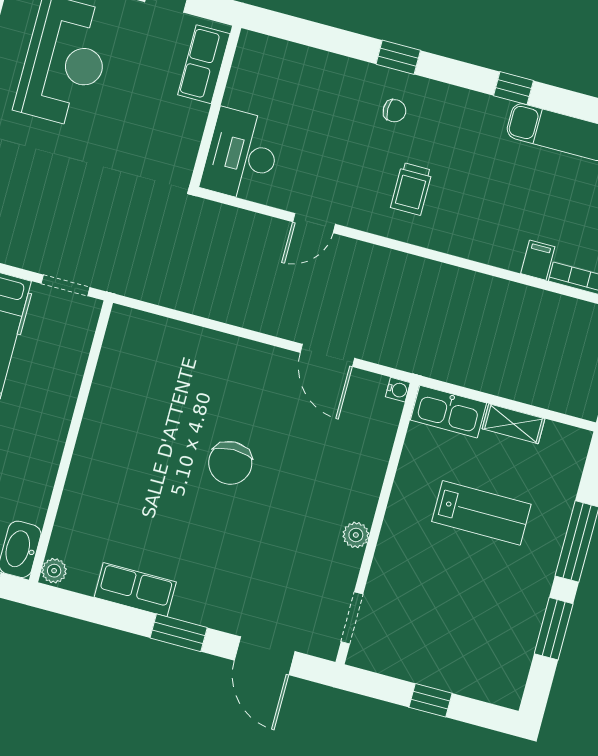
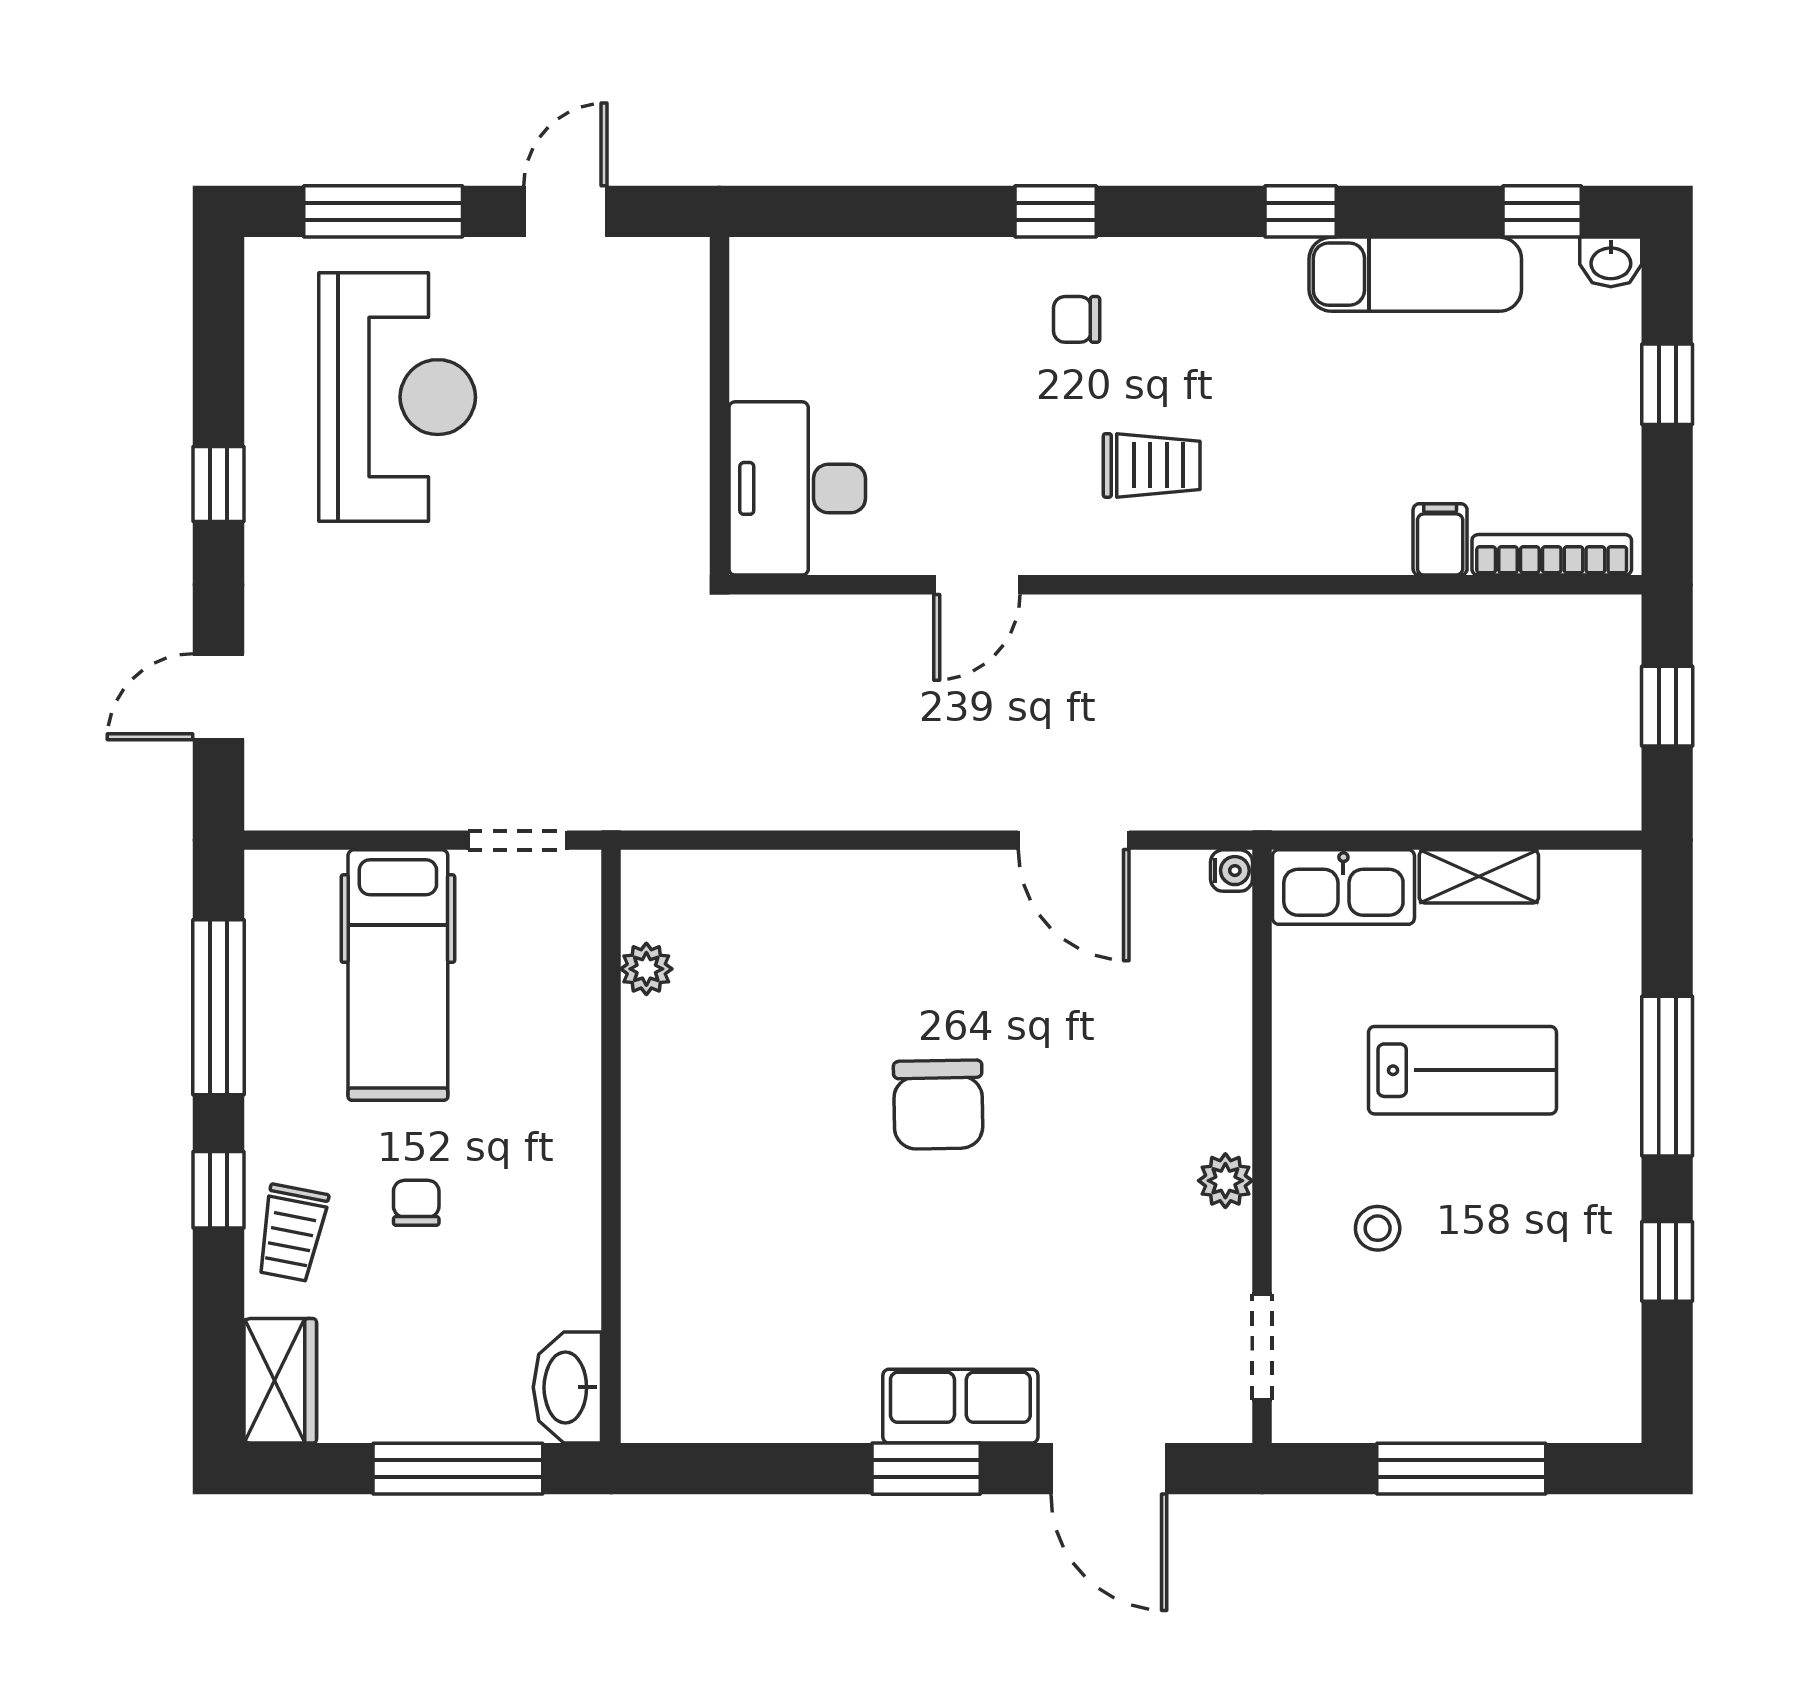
row of seats: (204, 64) -> (674, 329), removed
chair: (394, 111) -> (1077, 319), turned 180
trolley: (411, 189) -> (1152, 465), turned -90
plant: (54, 571) -> (646, 969), moved
stool: (421, 577) -> (1378, 1228), added
row of seats: (135, 590) -> (960, 1406), moved
window: (554, 629) -> (1667, 1261), width x0.67
window: (431, 700) -> (1461, 1469), width x2.17

